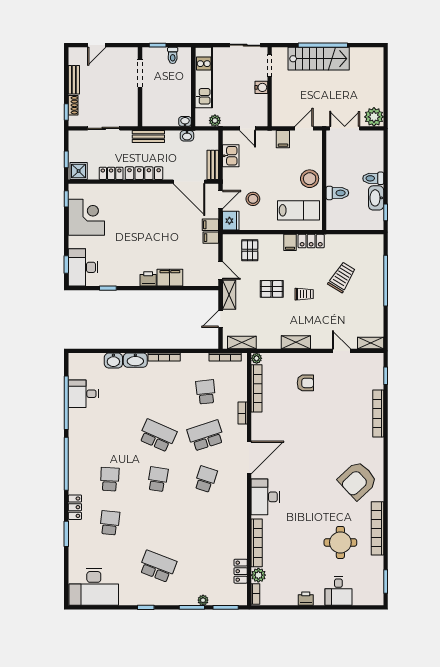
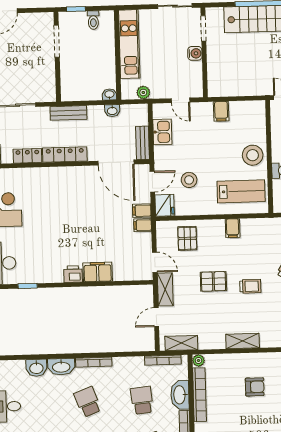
door: (304, 128) -> (245, 98), removed
locker: (311, 241) -> (256, 226), removed
washbasin: (239, 388) -> (180, 395), added
school desk: (158, 392) -> (88, 402), added

